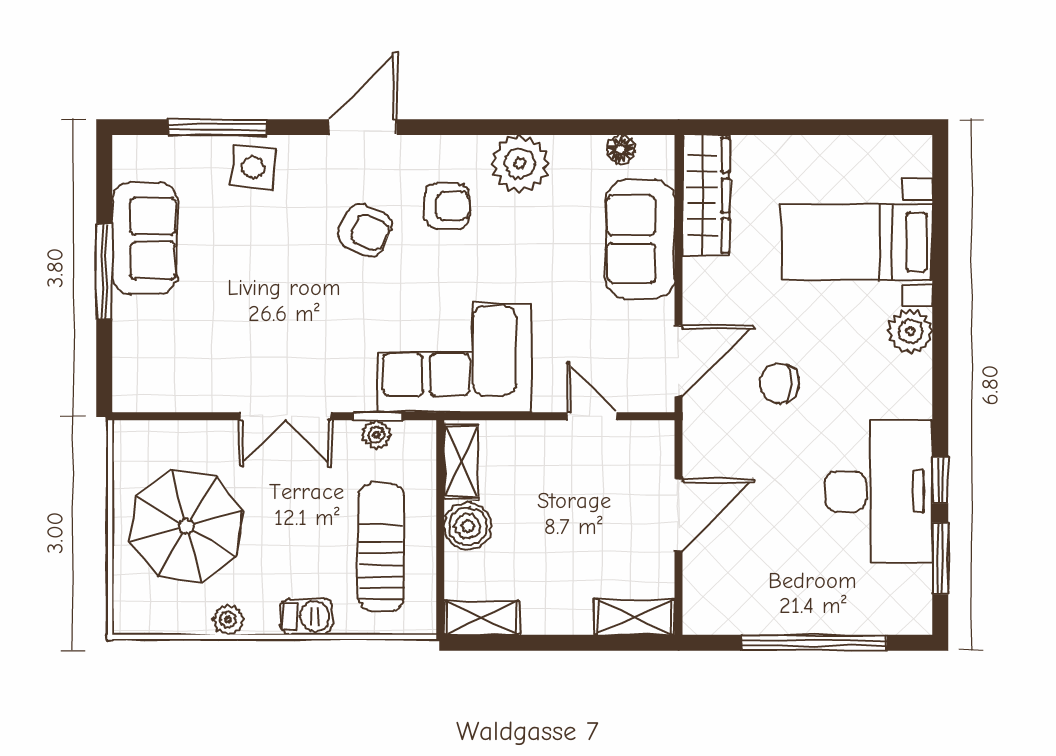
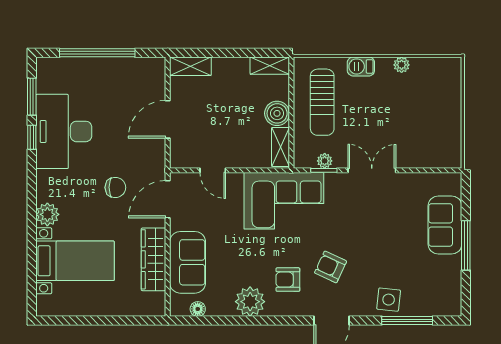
wardrobe: (706, 195) -> (153, 259), moved
sofa: (144, 238) -> (445, 225), moved
parasol: (186, 526) -> (423, 113), removed

